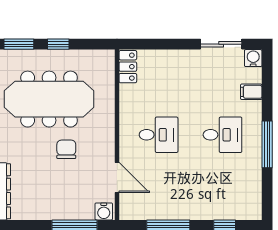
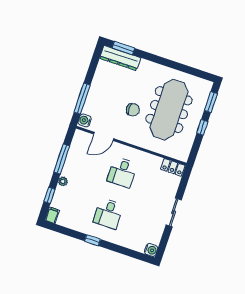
sliding door: (221, 44) -> (174, 212), moved
filing cabinet: (251, 92) -> (52, 215), moved
window: (267, 144) -> (93, 240), width x0.46
plant: (199, 213) -> (63, 181), added

